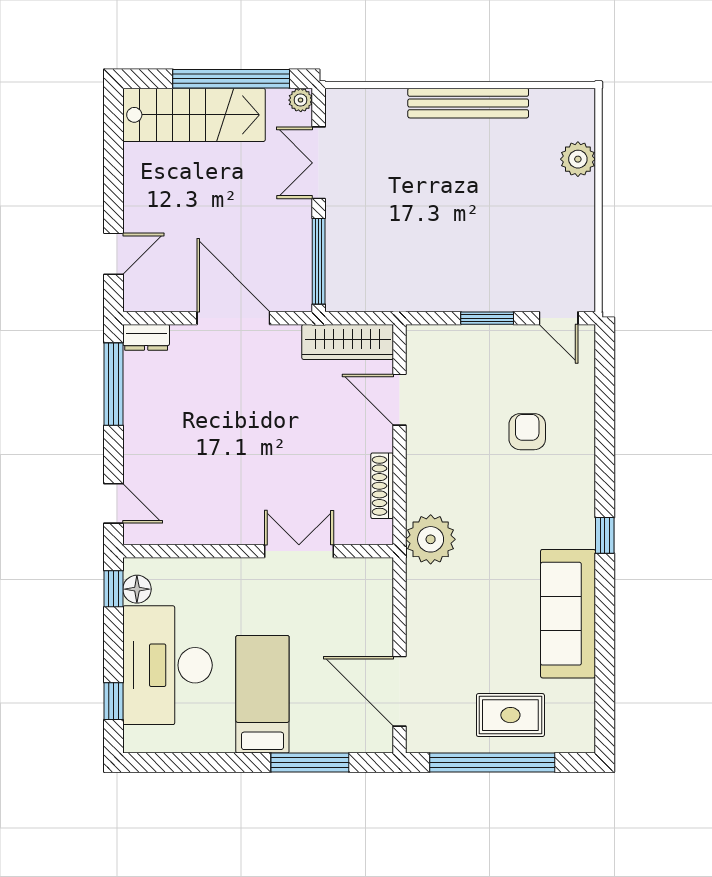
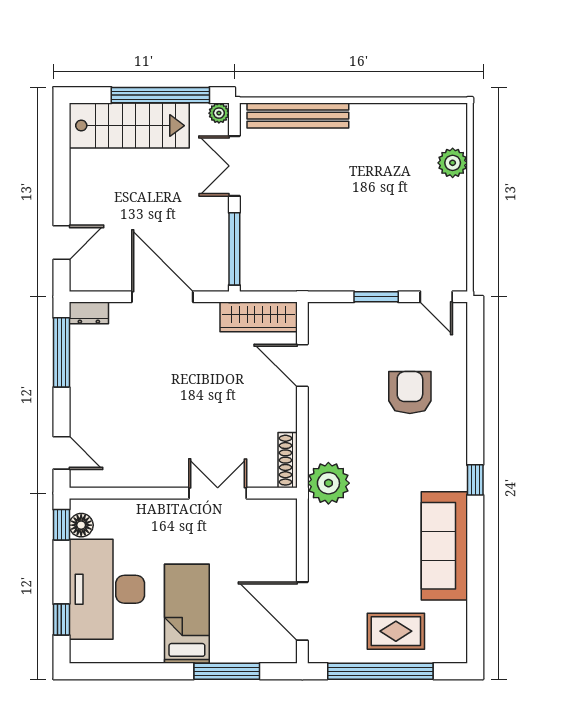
bench: (468, 103) -> (298, 116), moved
armchair: (527, 432) -> (410, 392), width x1.38, depth x1.38
shoe rack: (382, 486) -> (288, 460), moved

